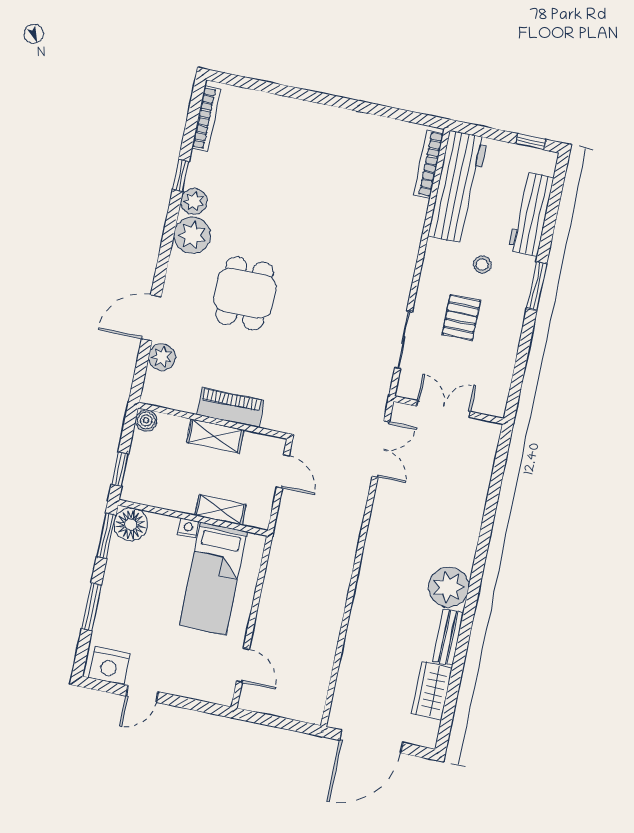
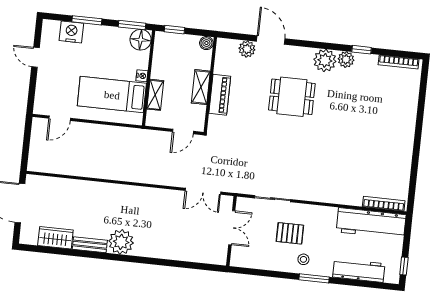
stool: (482, 265) -> (303, 259), moved
nightstand: (109, 666) -> (71, 32), moved, turned 90

